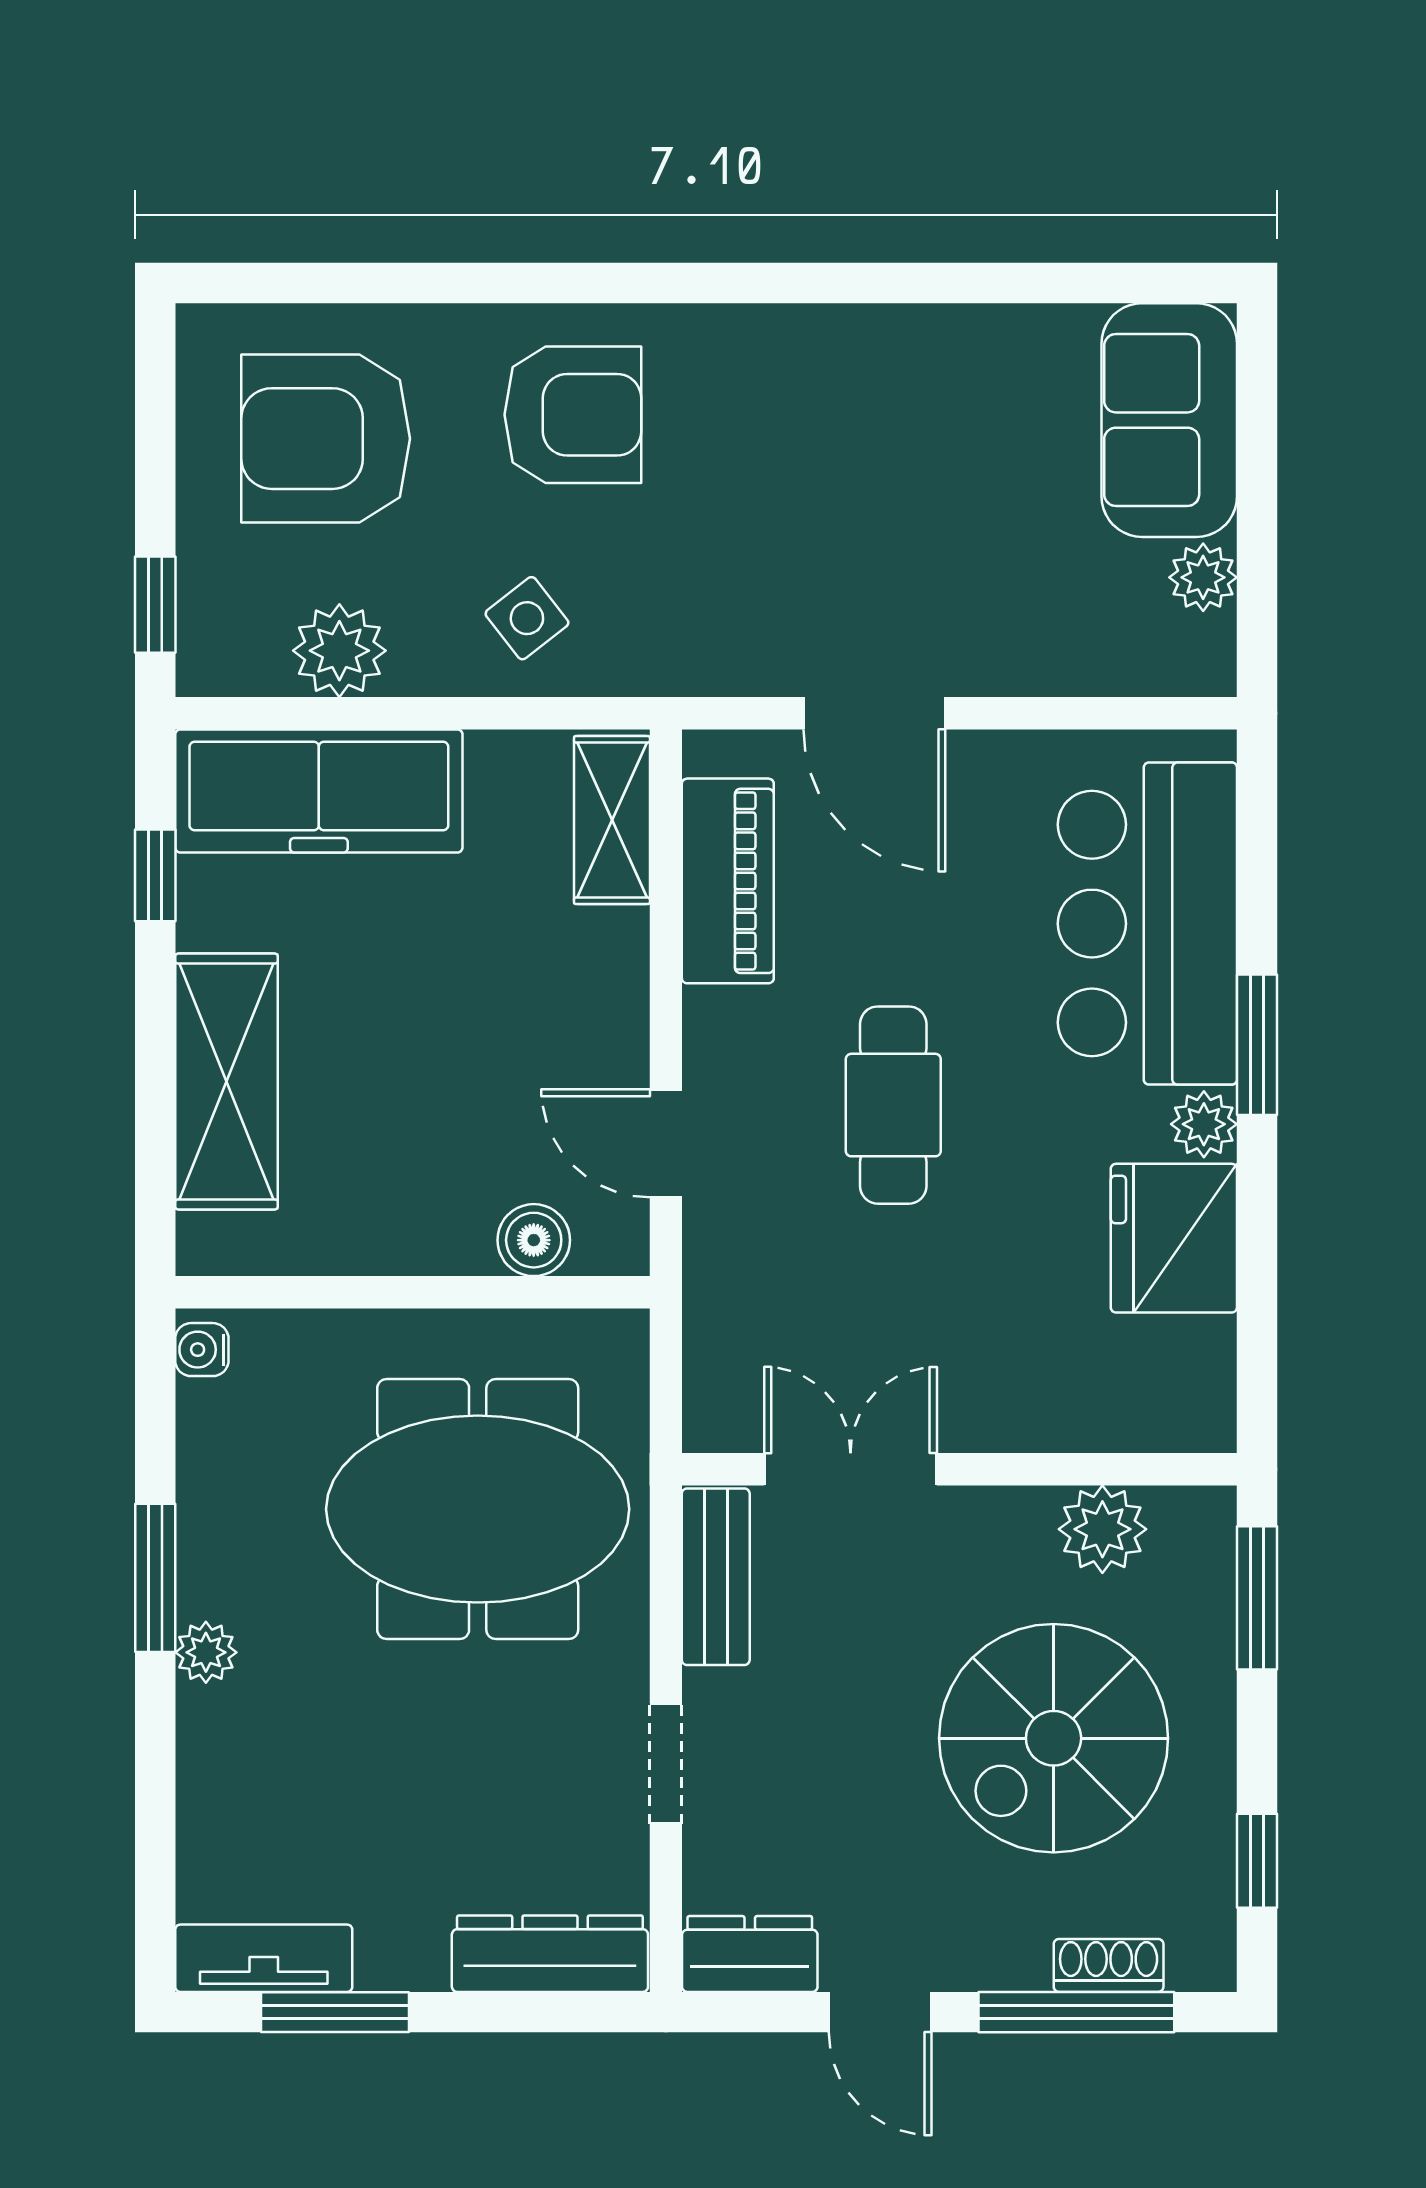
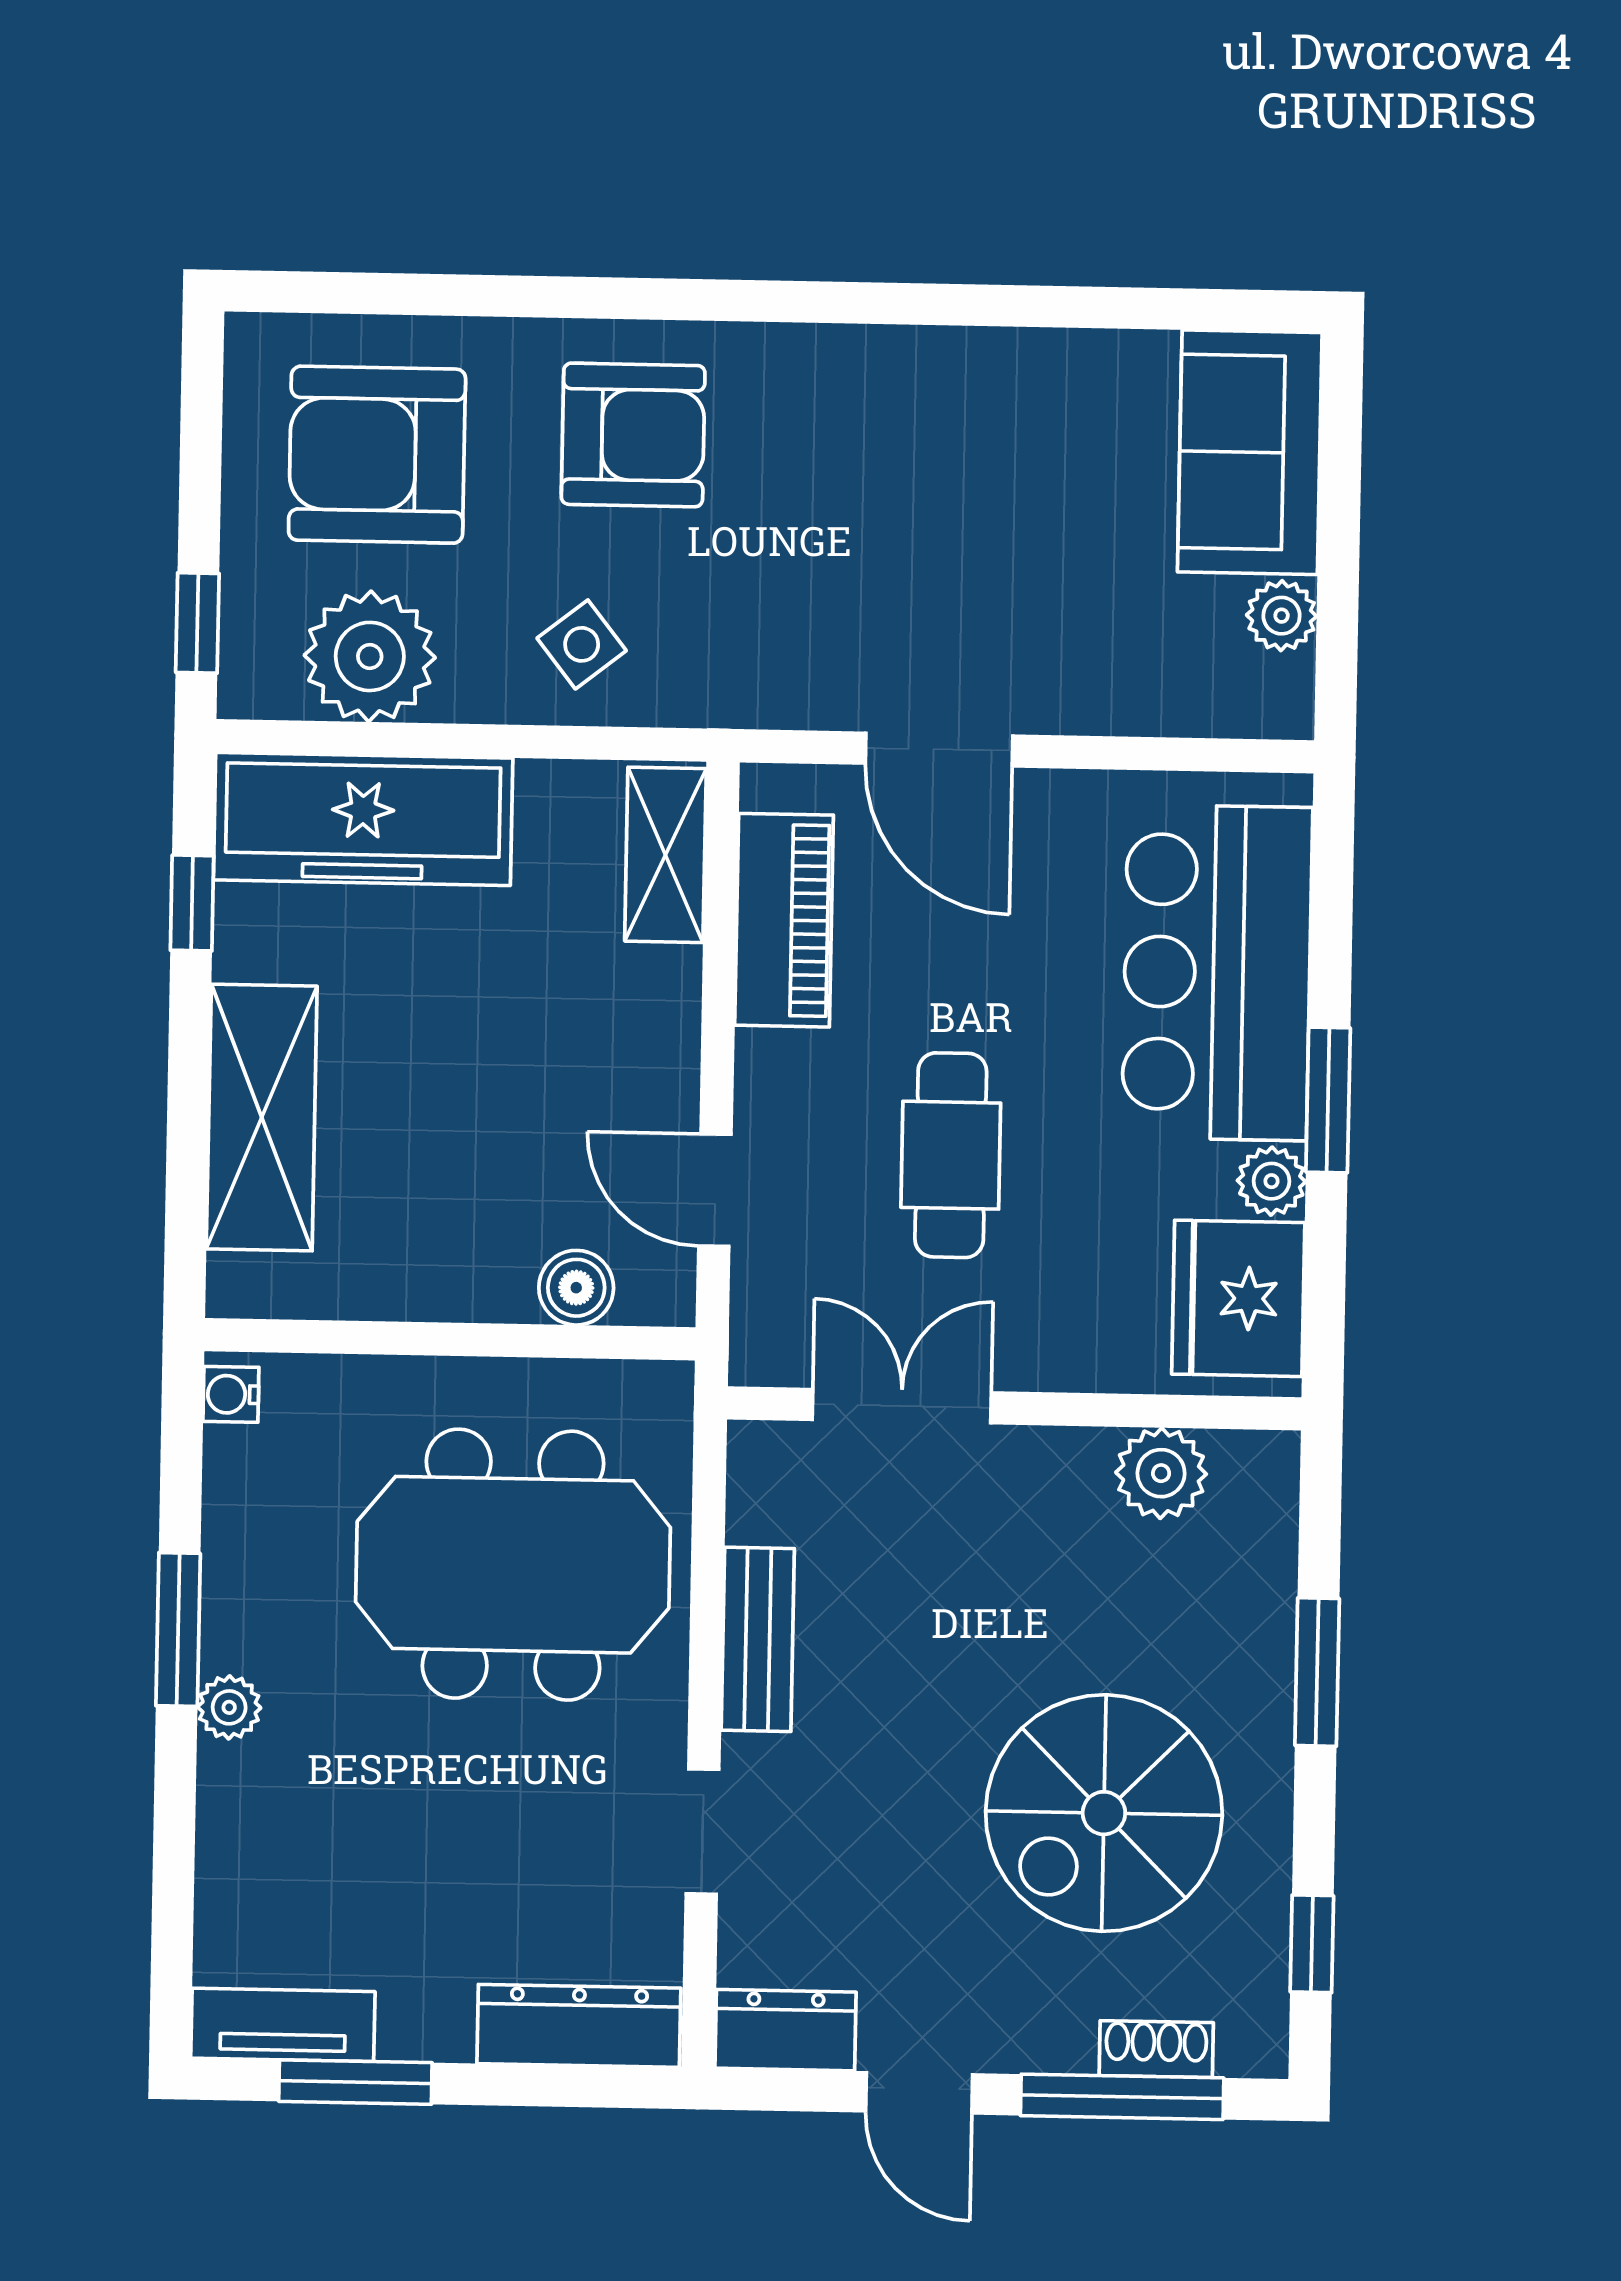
plant: (339, 651) -> (370, 656), width x1.36, depth x1.36
double door: (851, 1469) -> (902, 1406), moved
wall: (959, 1469) -> (1014, 1408), moved
plant: (1102, 1529) -> (1161, 1473), moved

